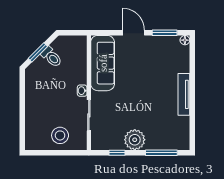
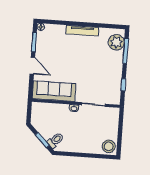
door: (134, 33) -> (32, 66), swing flipped
toilet: (52, 57) -> (55, 140), moved
stool: (60, 135) -> (109, 146), moved
plant: (135, 140) -> (116, 42), moved

